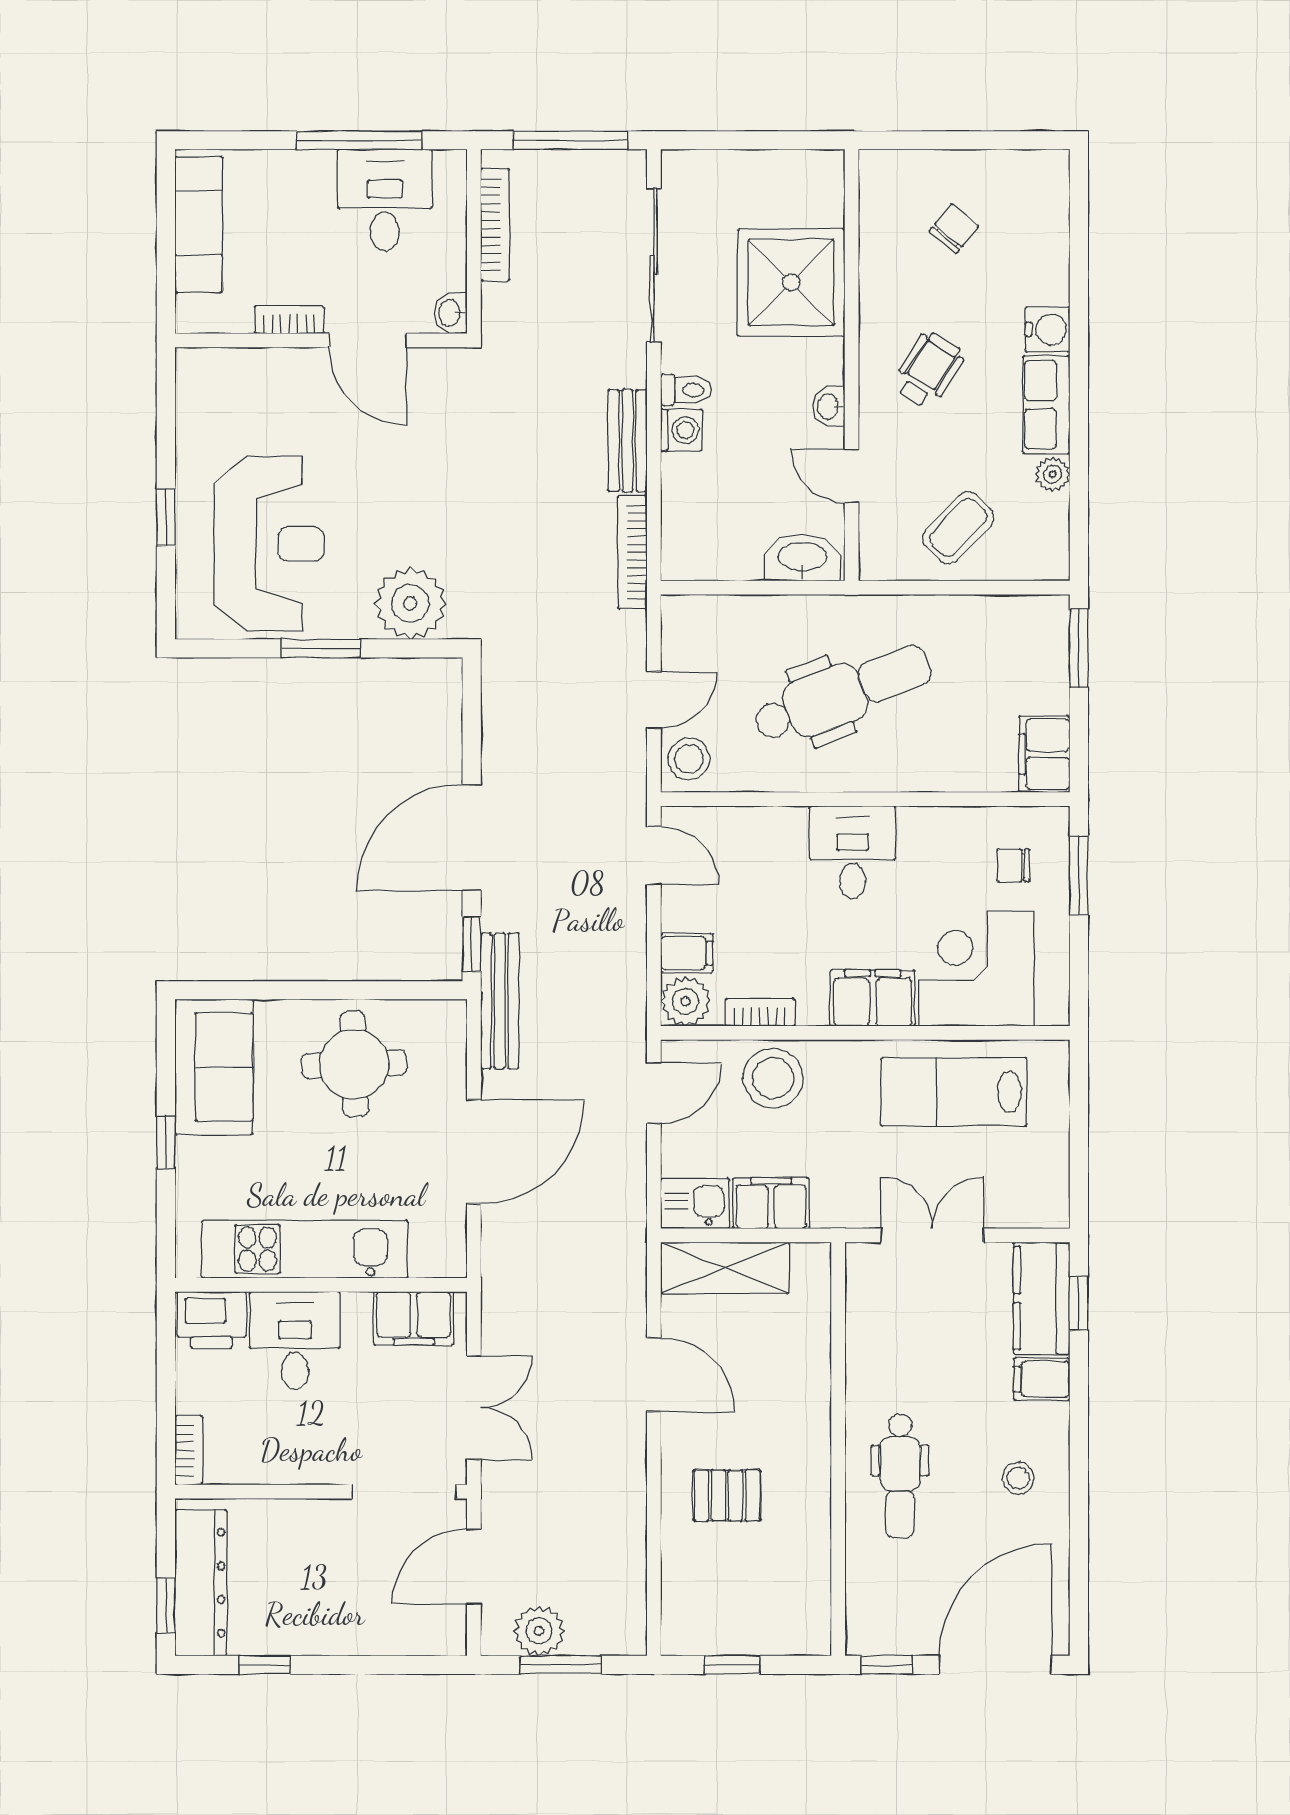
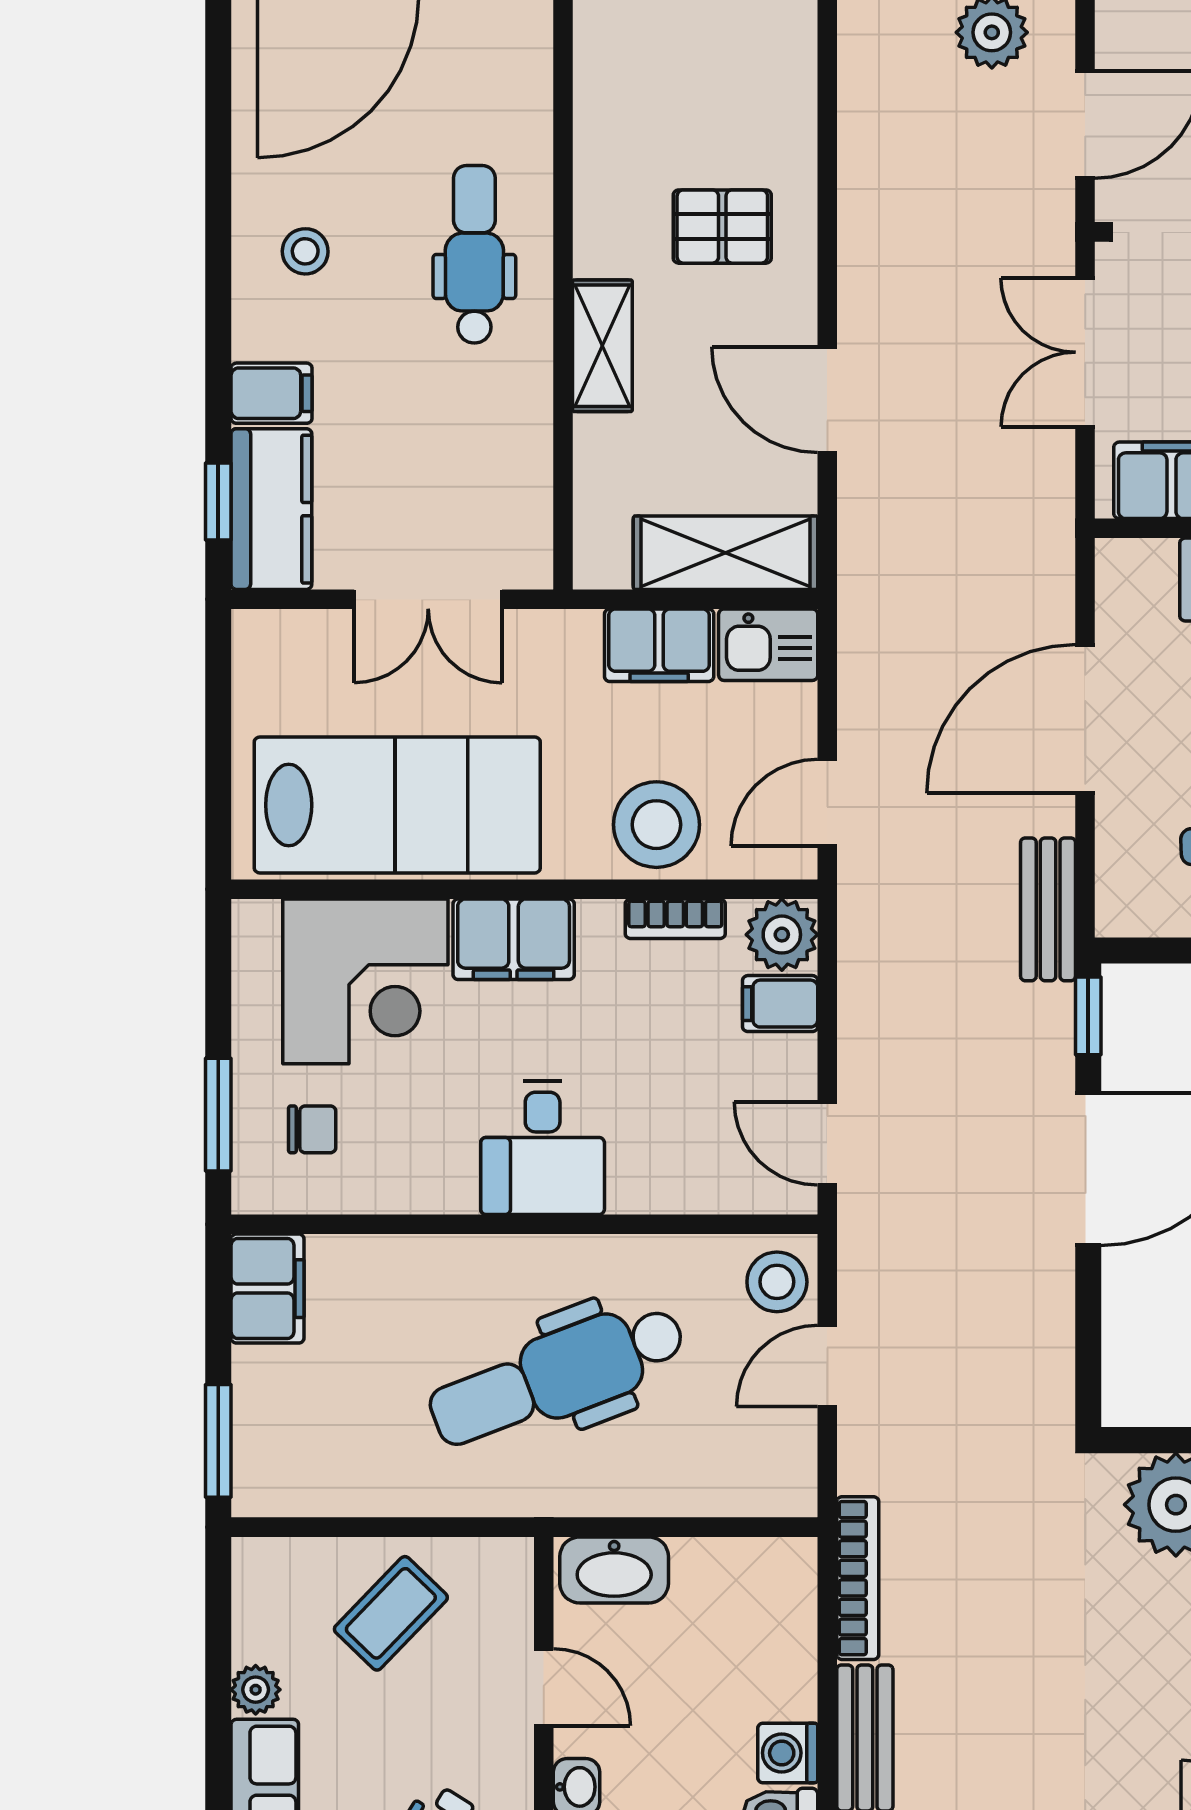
bench: (500, 1001) -> (1048, 909), width x0.73
lab bench: (954, 1092) -> (397, 805), width x1.36, depth x1.39
shelving: (811, 1412) -> (602, 346), added

